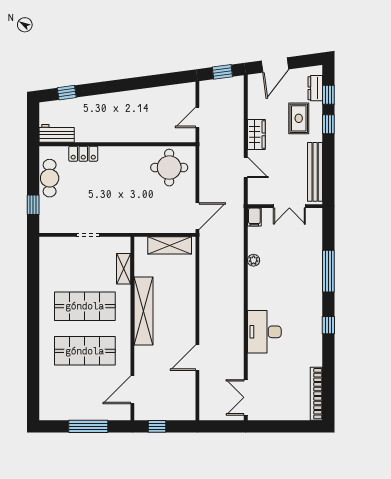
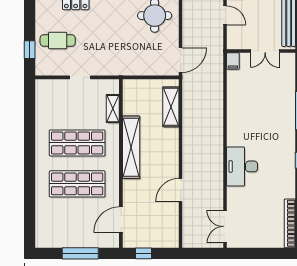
cafe table: (50, 178) -> (58, 40), moved, turned 90
shelving: (170, 245) -> (171, 107), moved, turned 90
plant: (254, 260) -> (232, 101), removed

